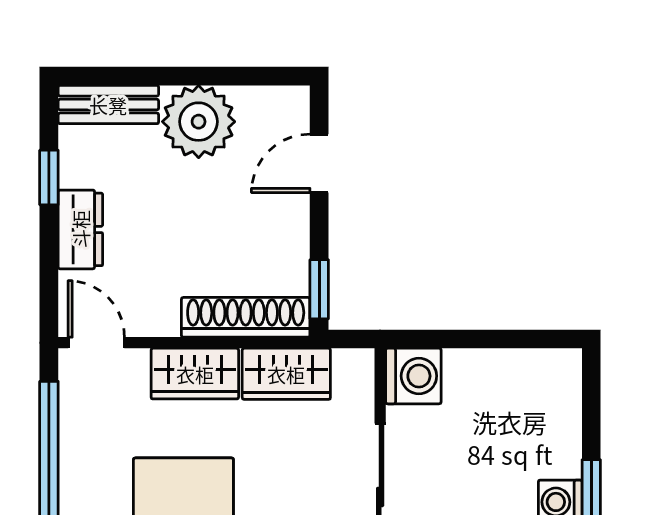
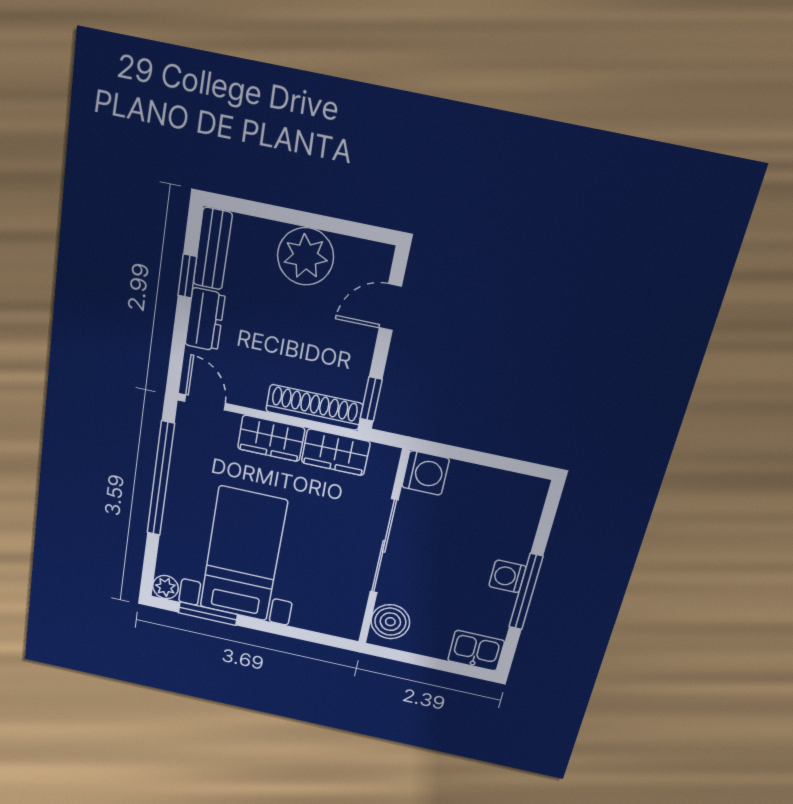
bench: (108, 105) -> (213, 249), moved, turned 90

